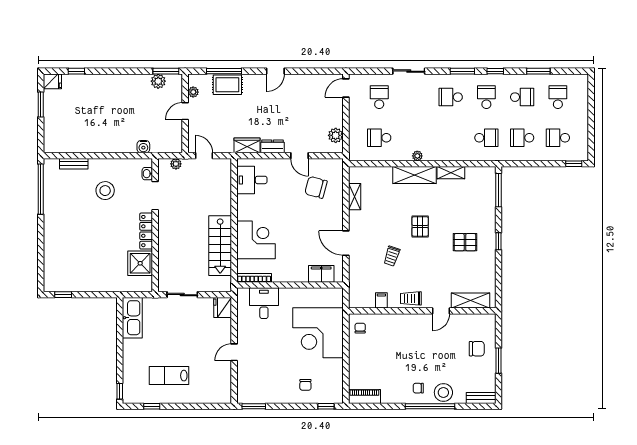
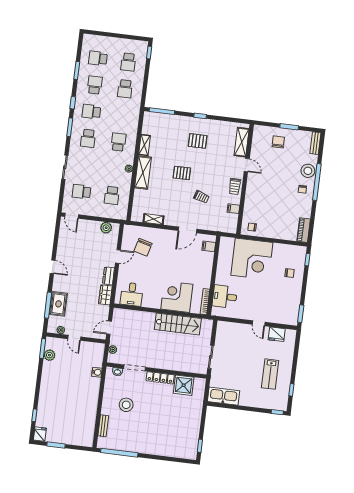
school desk: (486, 138) -> (118, 142), moved
pallet: (465, 242) -> (198, 141), turned 90
filing cabinet: (321, 274) -> (209, 246), width x0.50
fridge: (223, 307) -> (277, 334), moved

